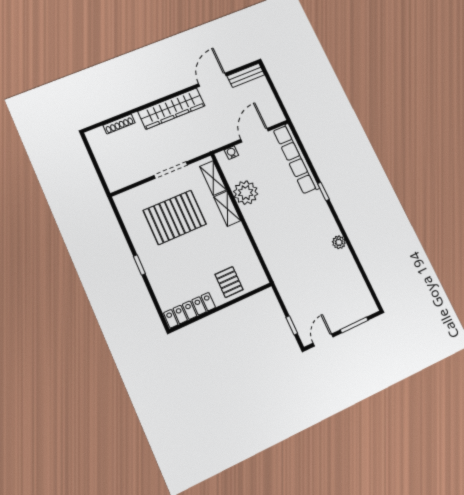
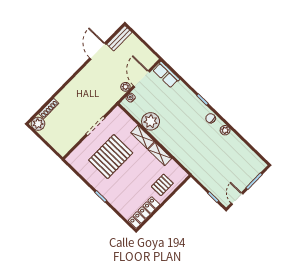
wardrobe: (171, 109) -> (79, 83), removed
plant: (96, 137) -> (38, 124), added
plant: (230, 137) -> (125, 87), added
row of seats: (296, 159) -> (166, 75), width x0.50
shelving: (213, 178) -> (160, 154), moved
chair: (325, 220) -> (211, 118), added
pallet: (229, 282) -> (162, 185), turned 90

